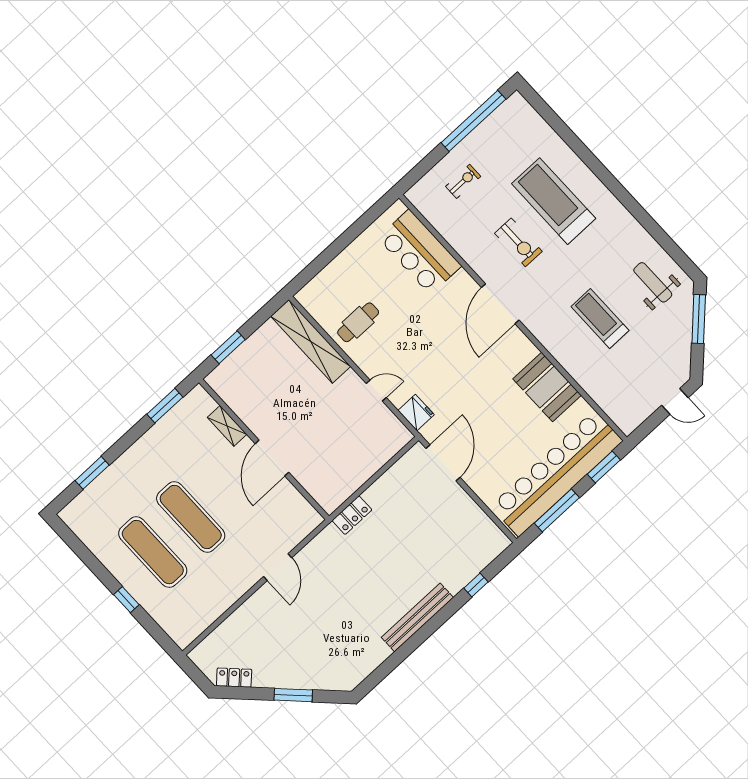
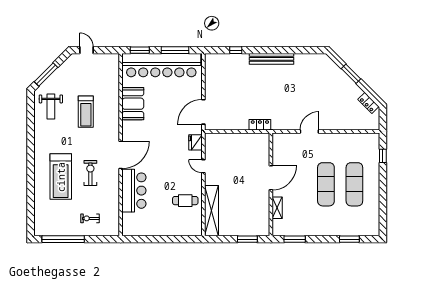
bar counter: (420, 252) -> (134, 191), moved
window: (126, 600) -> (383, 156), moved

